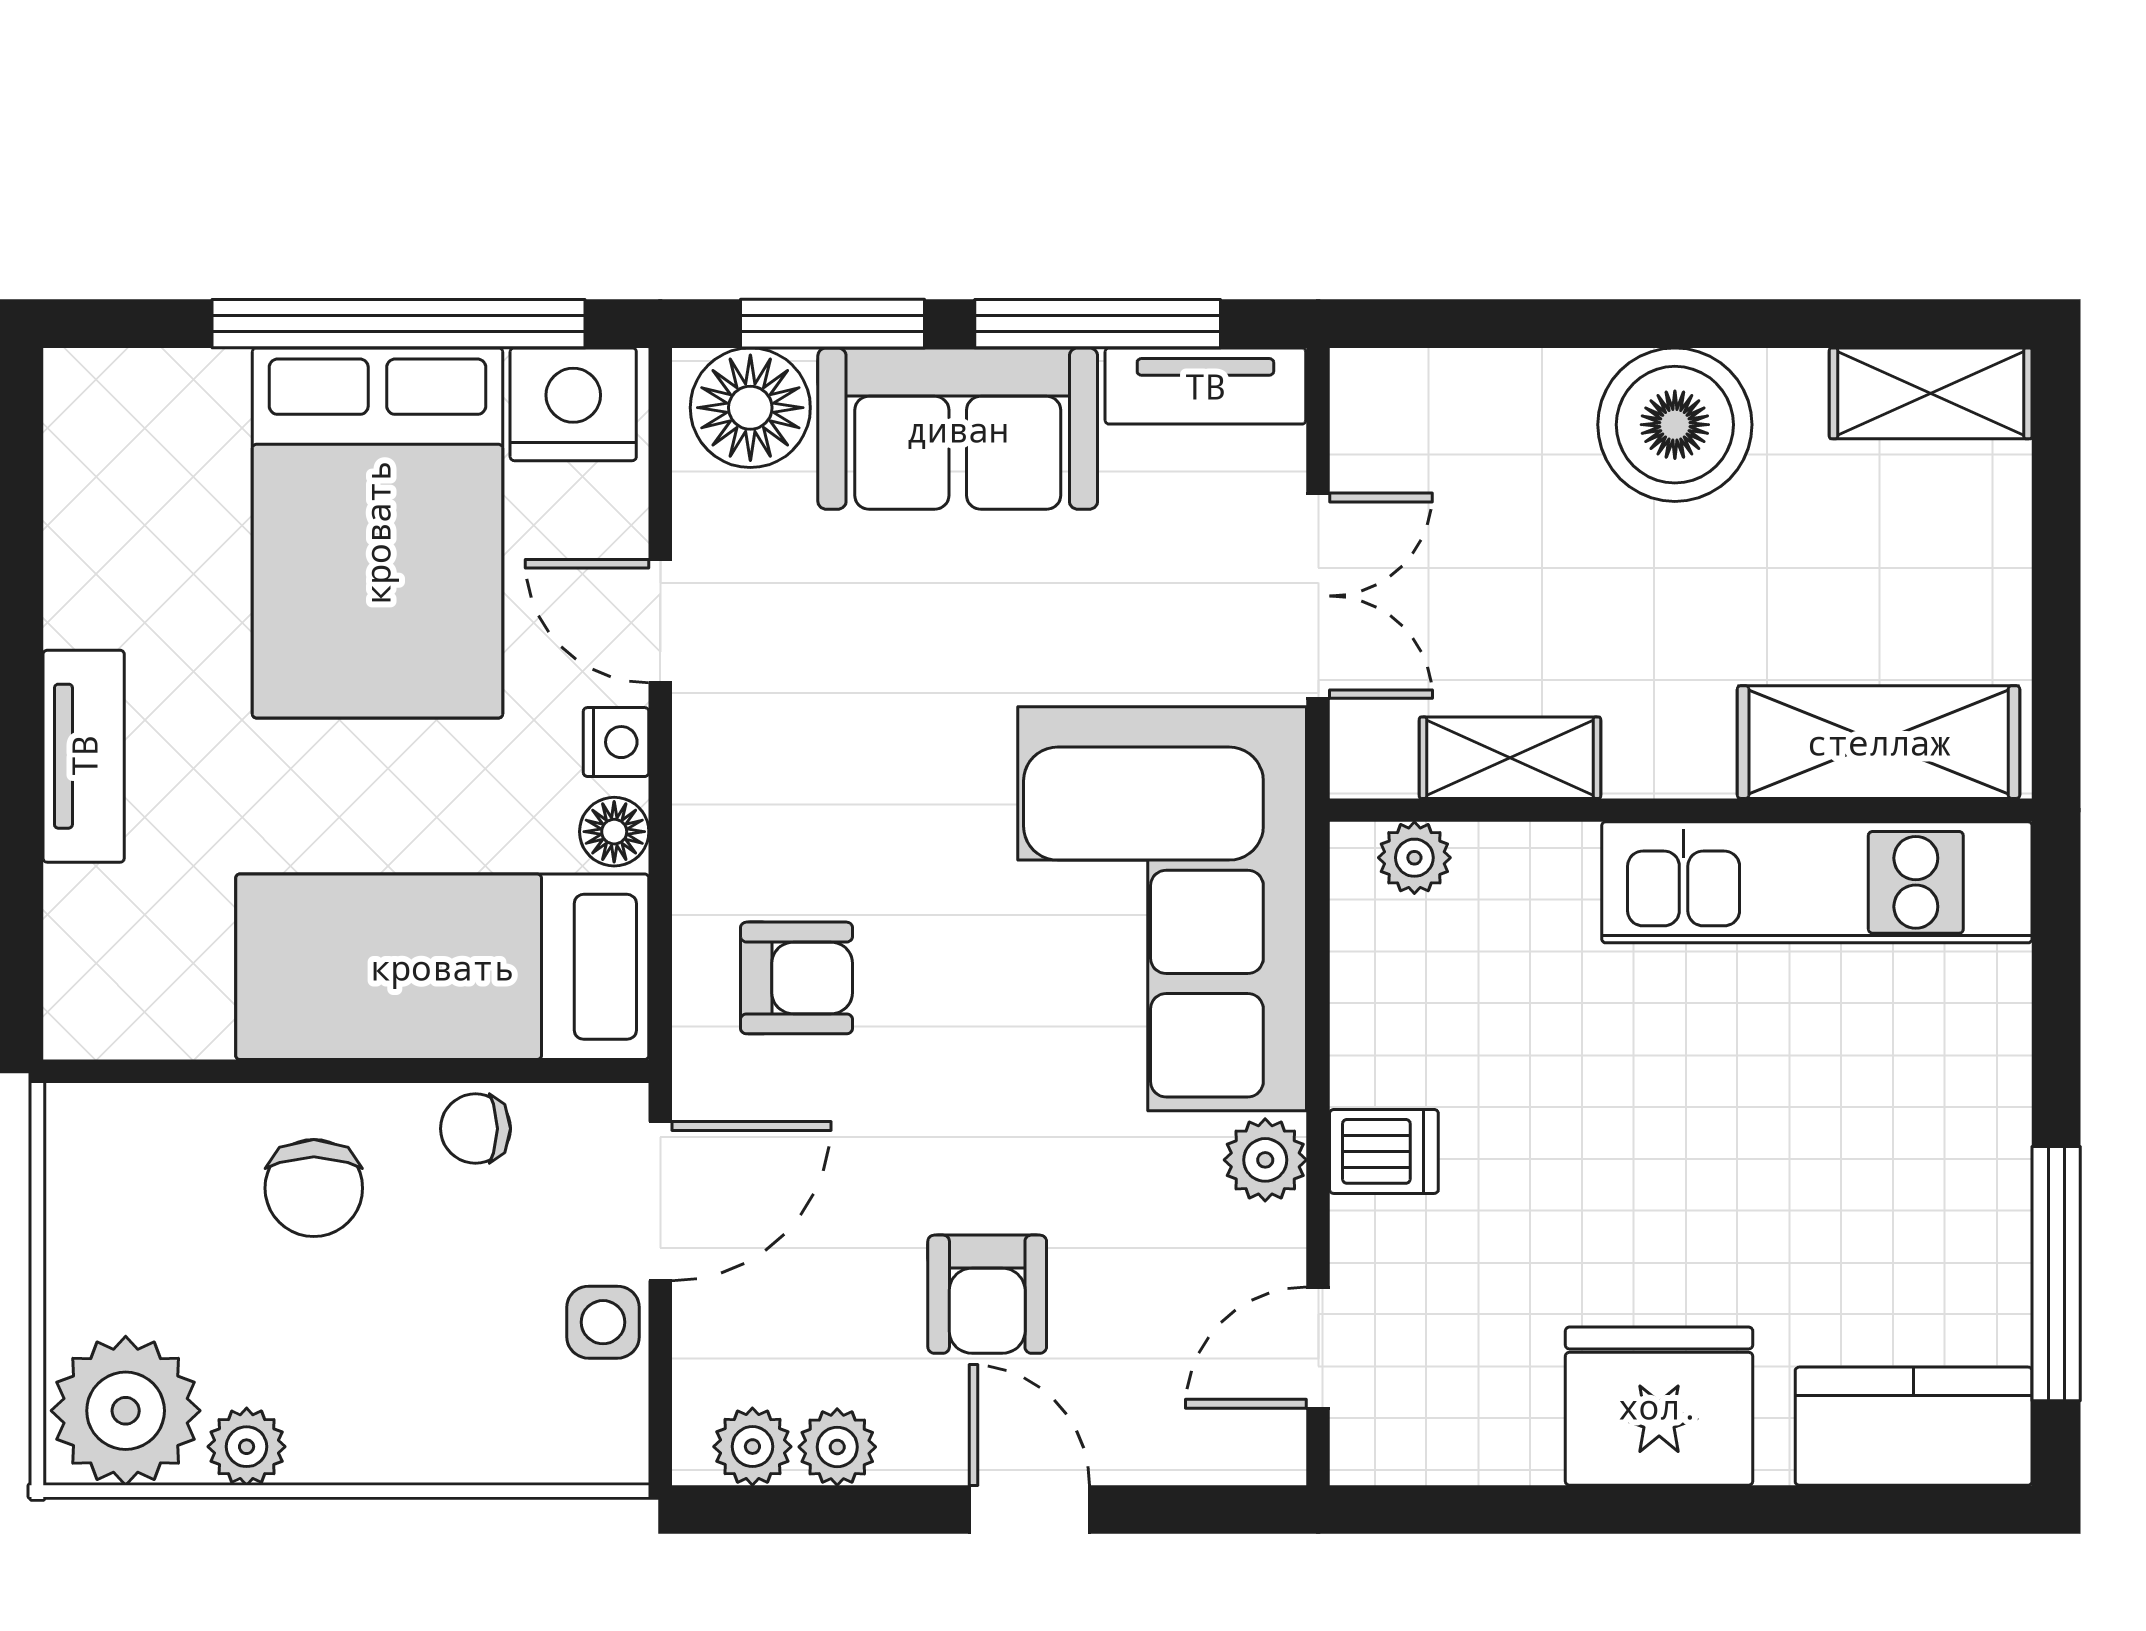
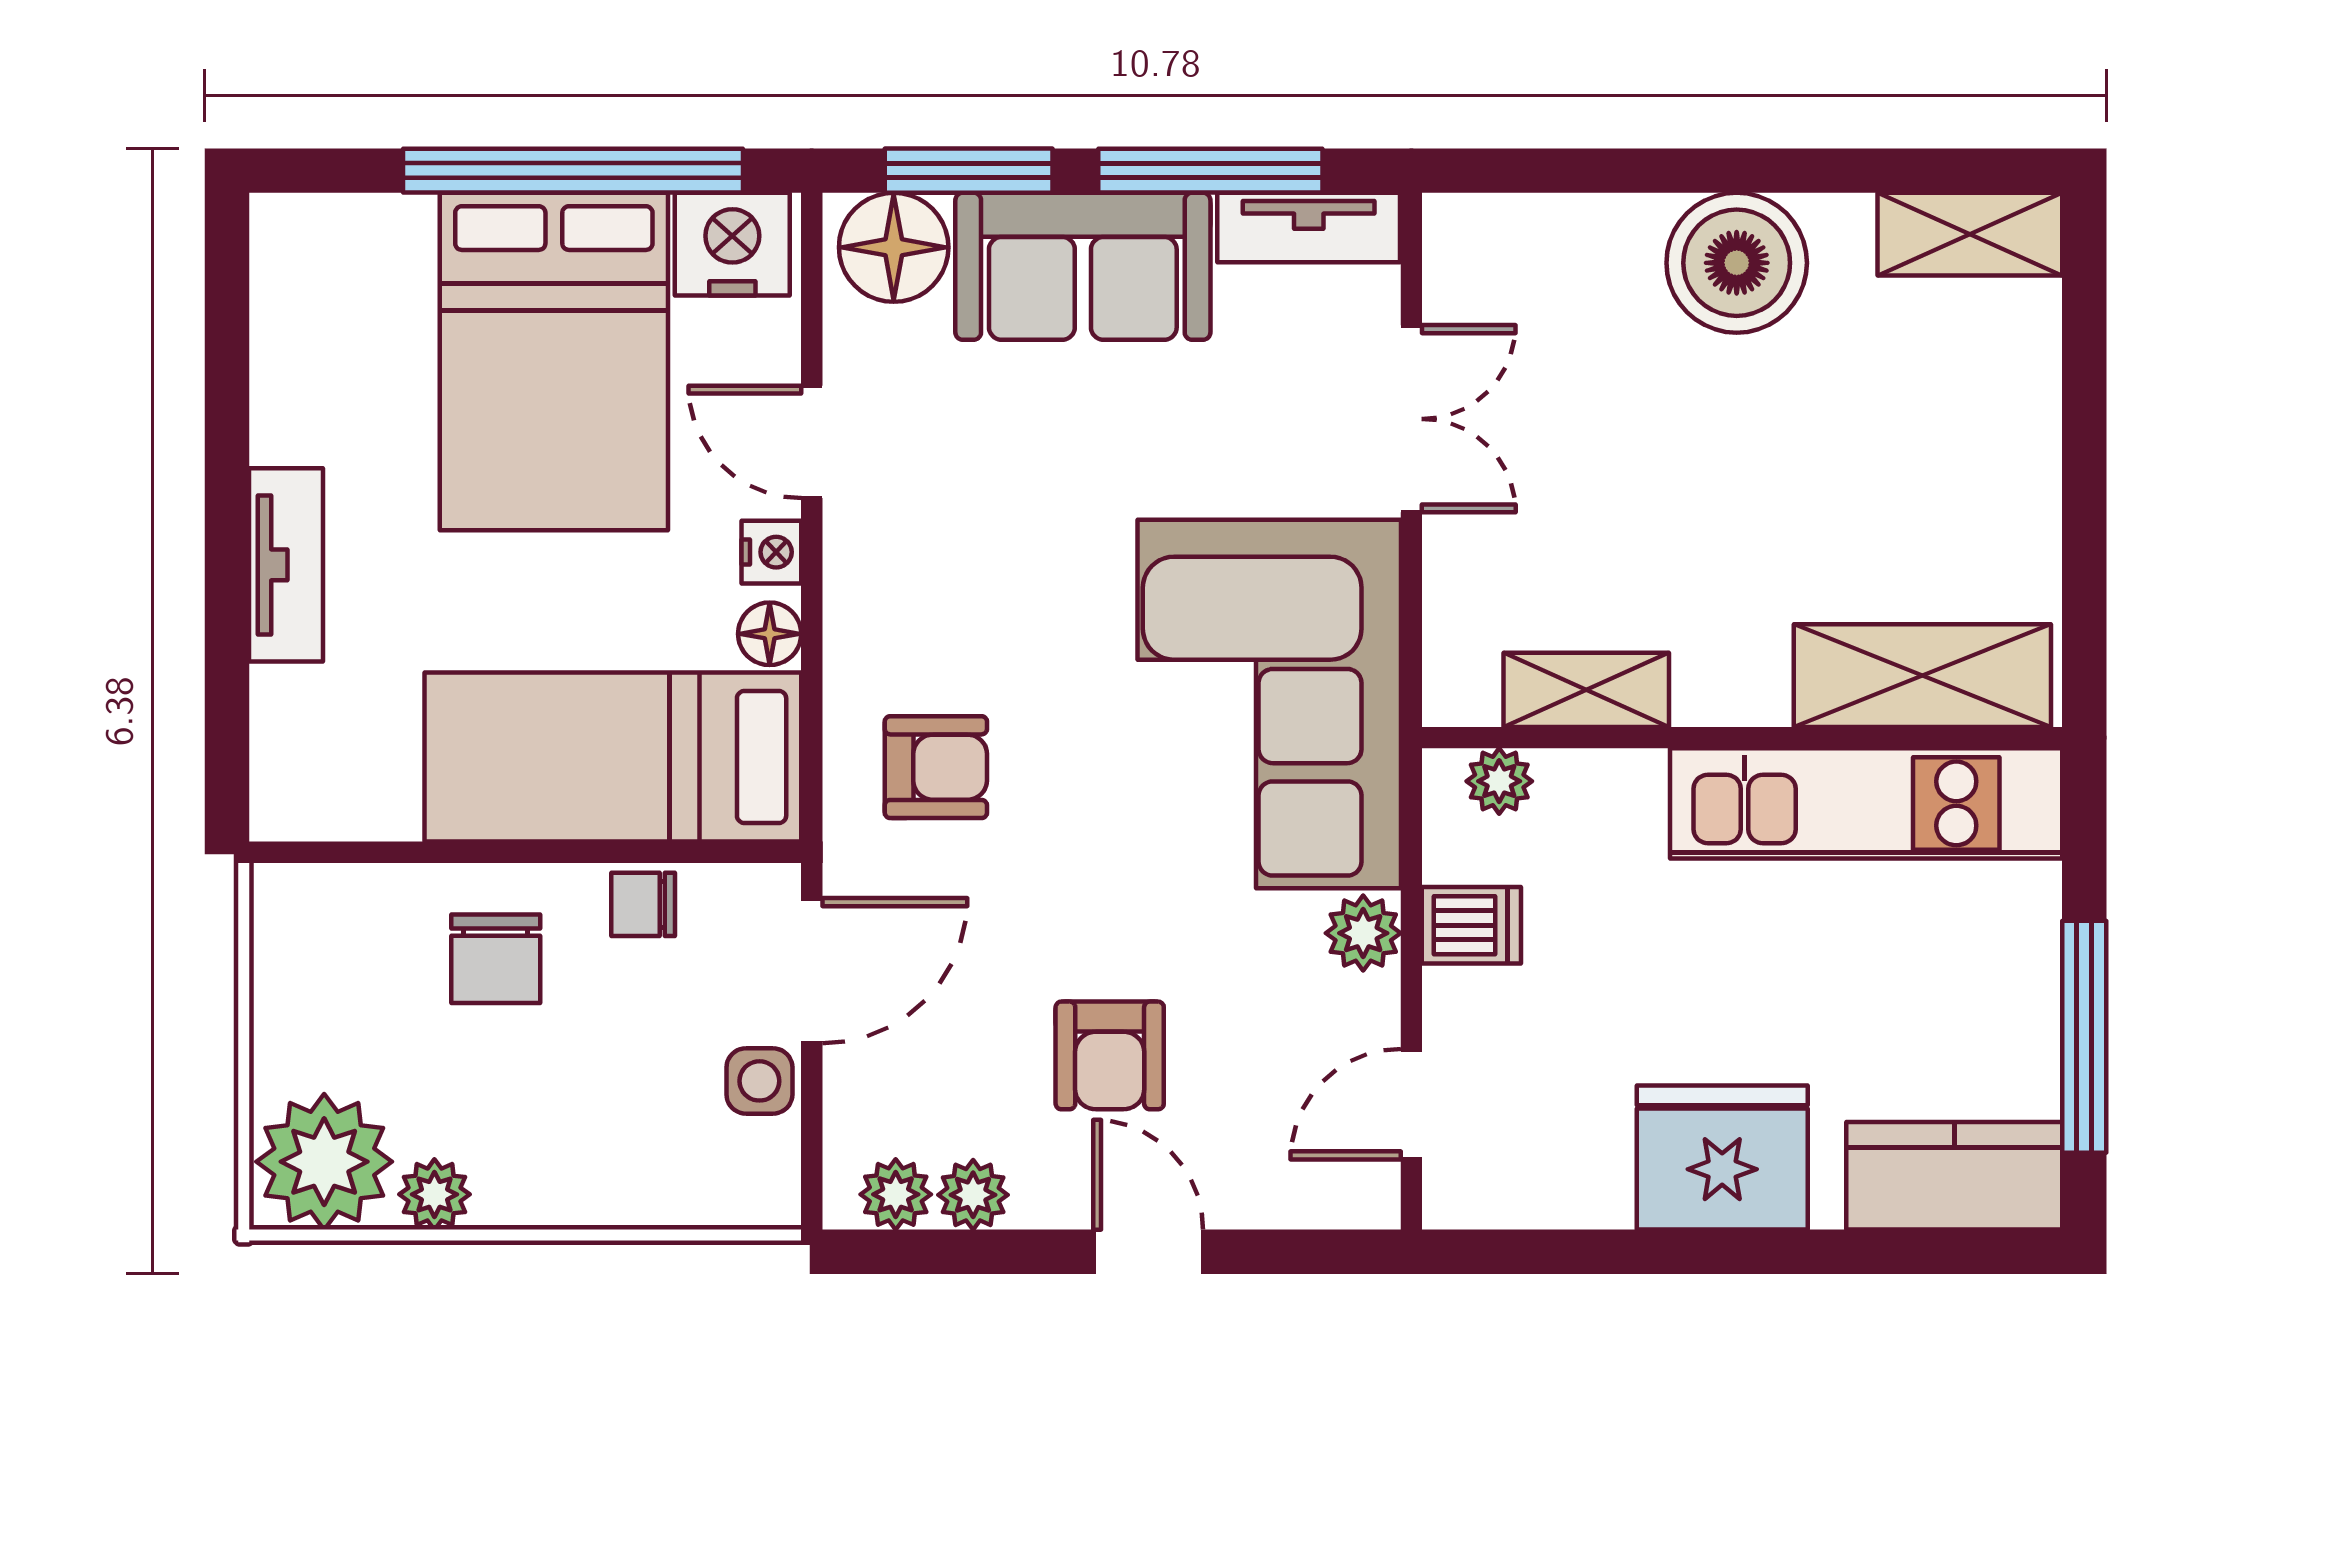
shelving: (1879, 742) -> (1922, 676), moved
shelving: (1510, 758) -> (1586, 690), moved
wall: (1681, 810) -> (1742, 738), moved
plant: (1414, 858) -> (1499, 781), moved
kitchen unit: (1817, 882) -> (1866, 803), moved

